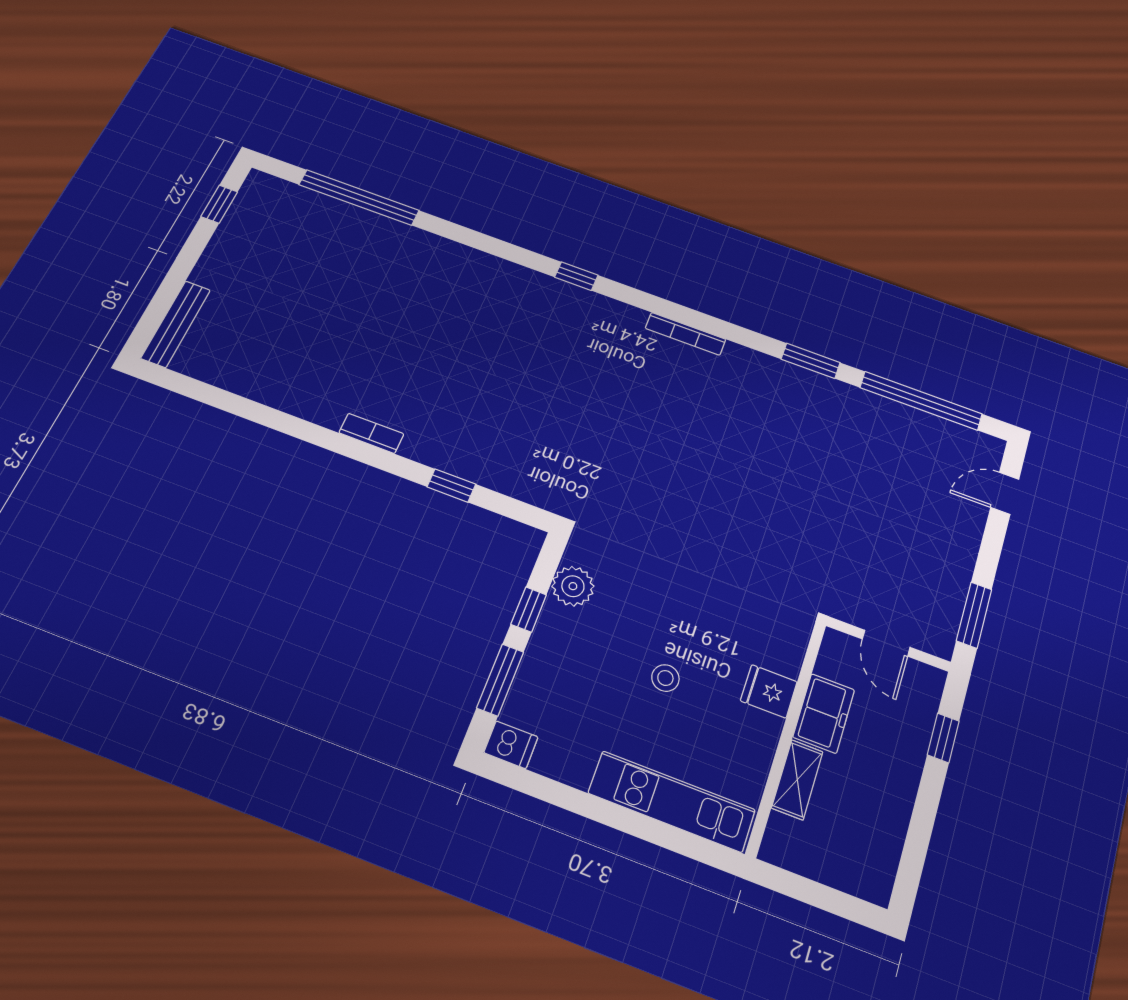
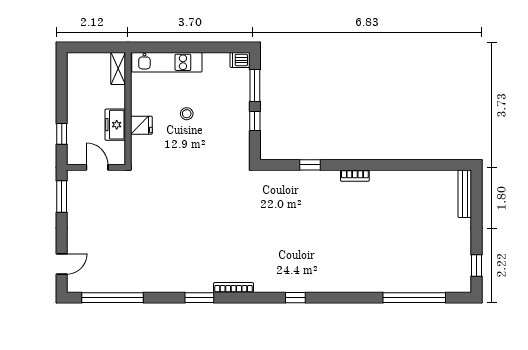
window: (811, 361) -> (199, 298), moved
plant: (573, 586) -> (240, 139), removed
shelving: (797, 780) -> (118, 69), moved

